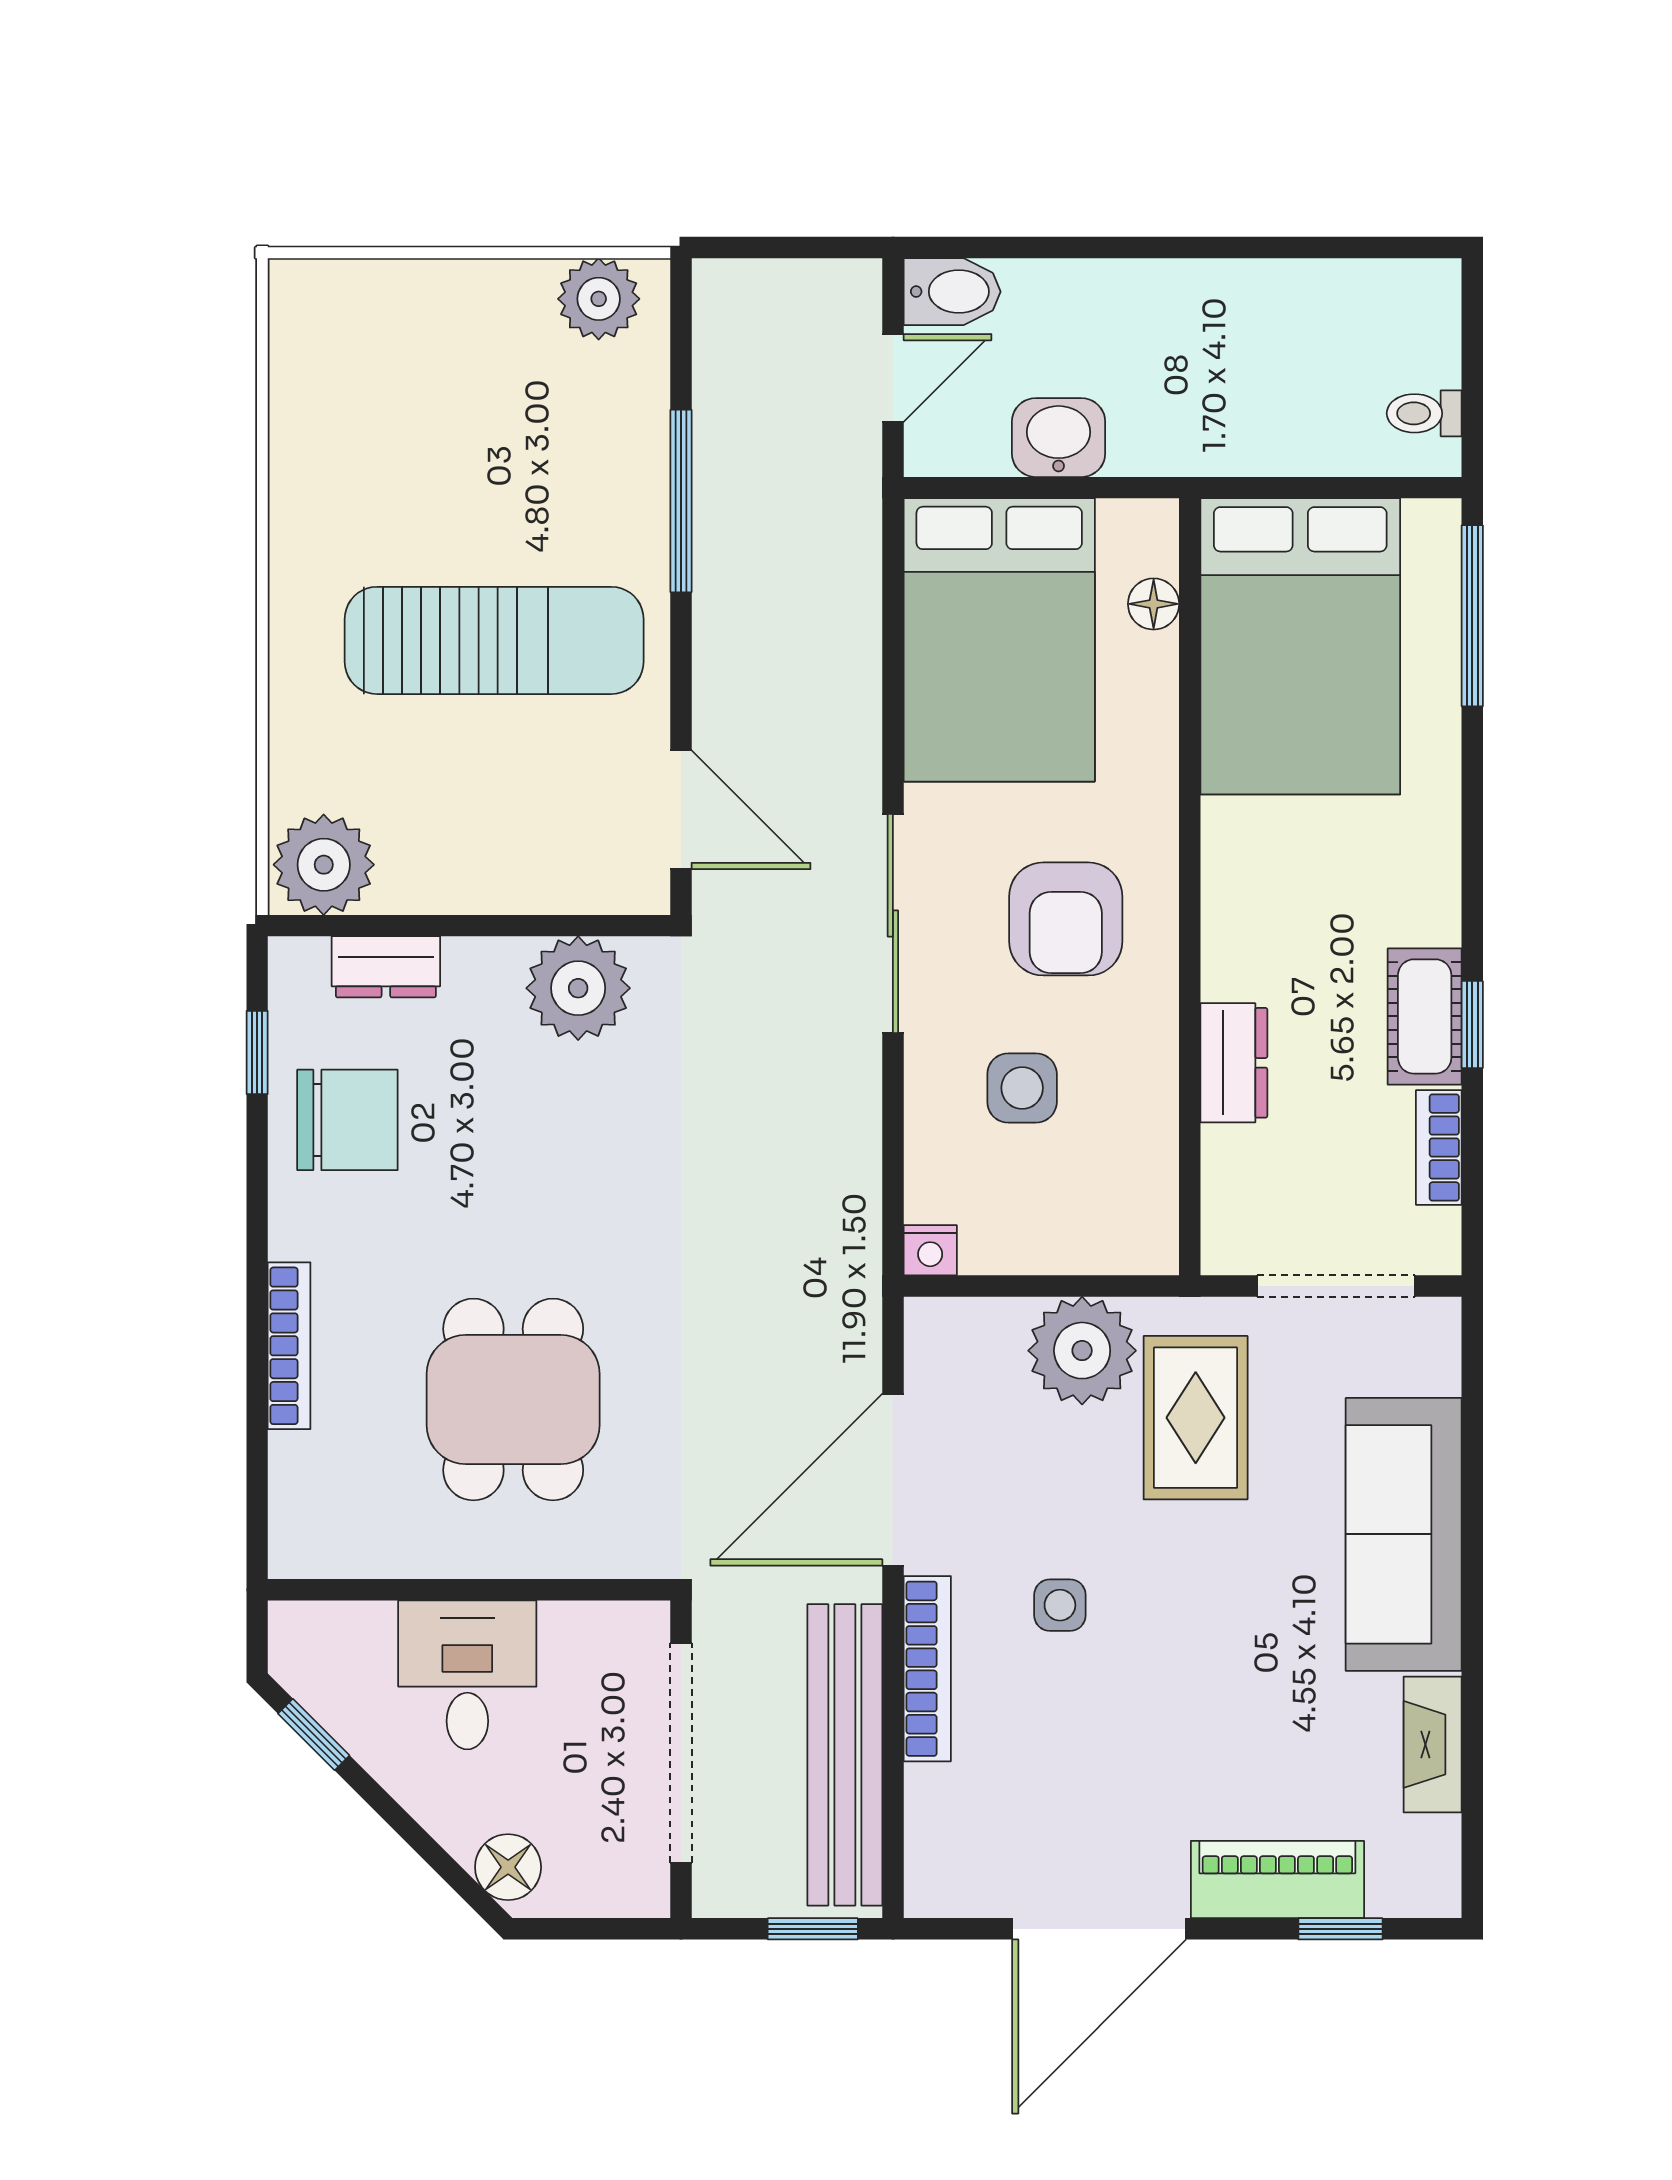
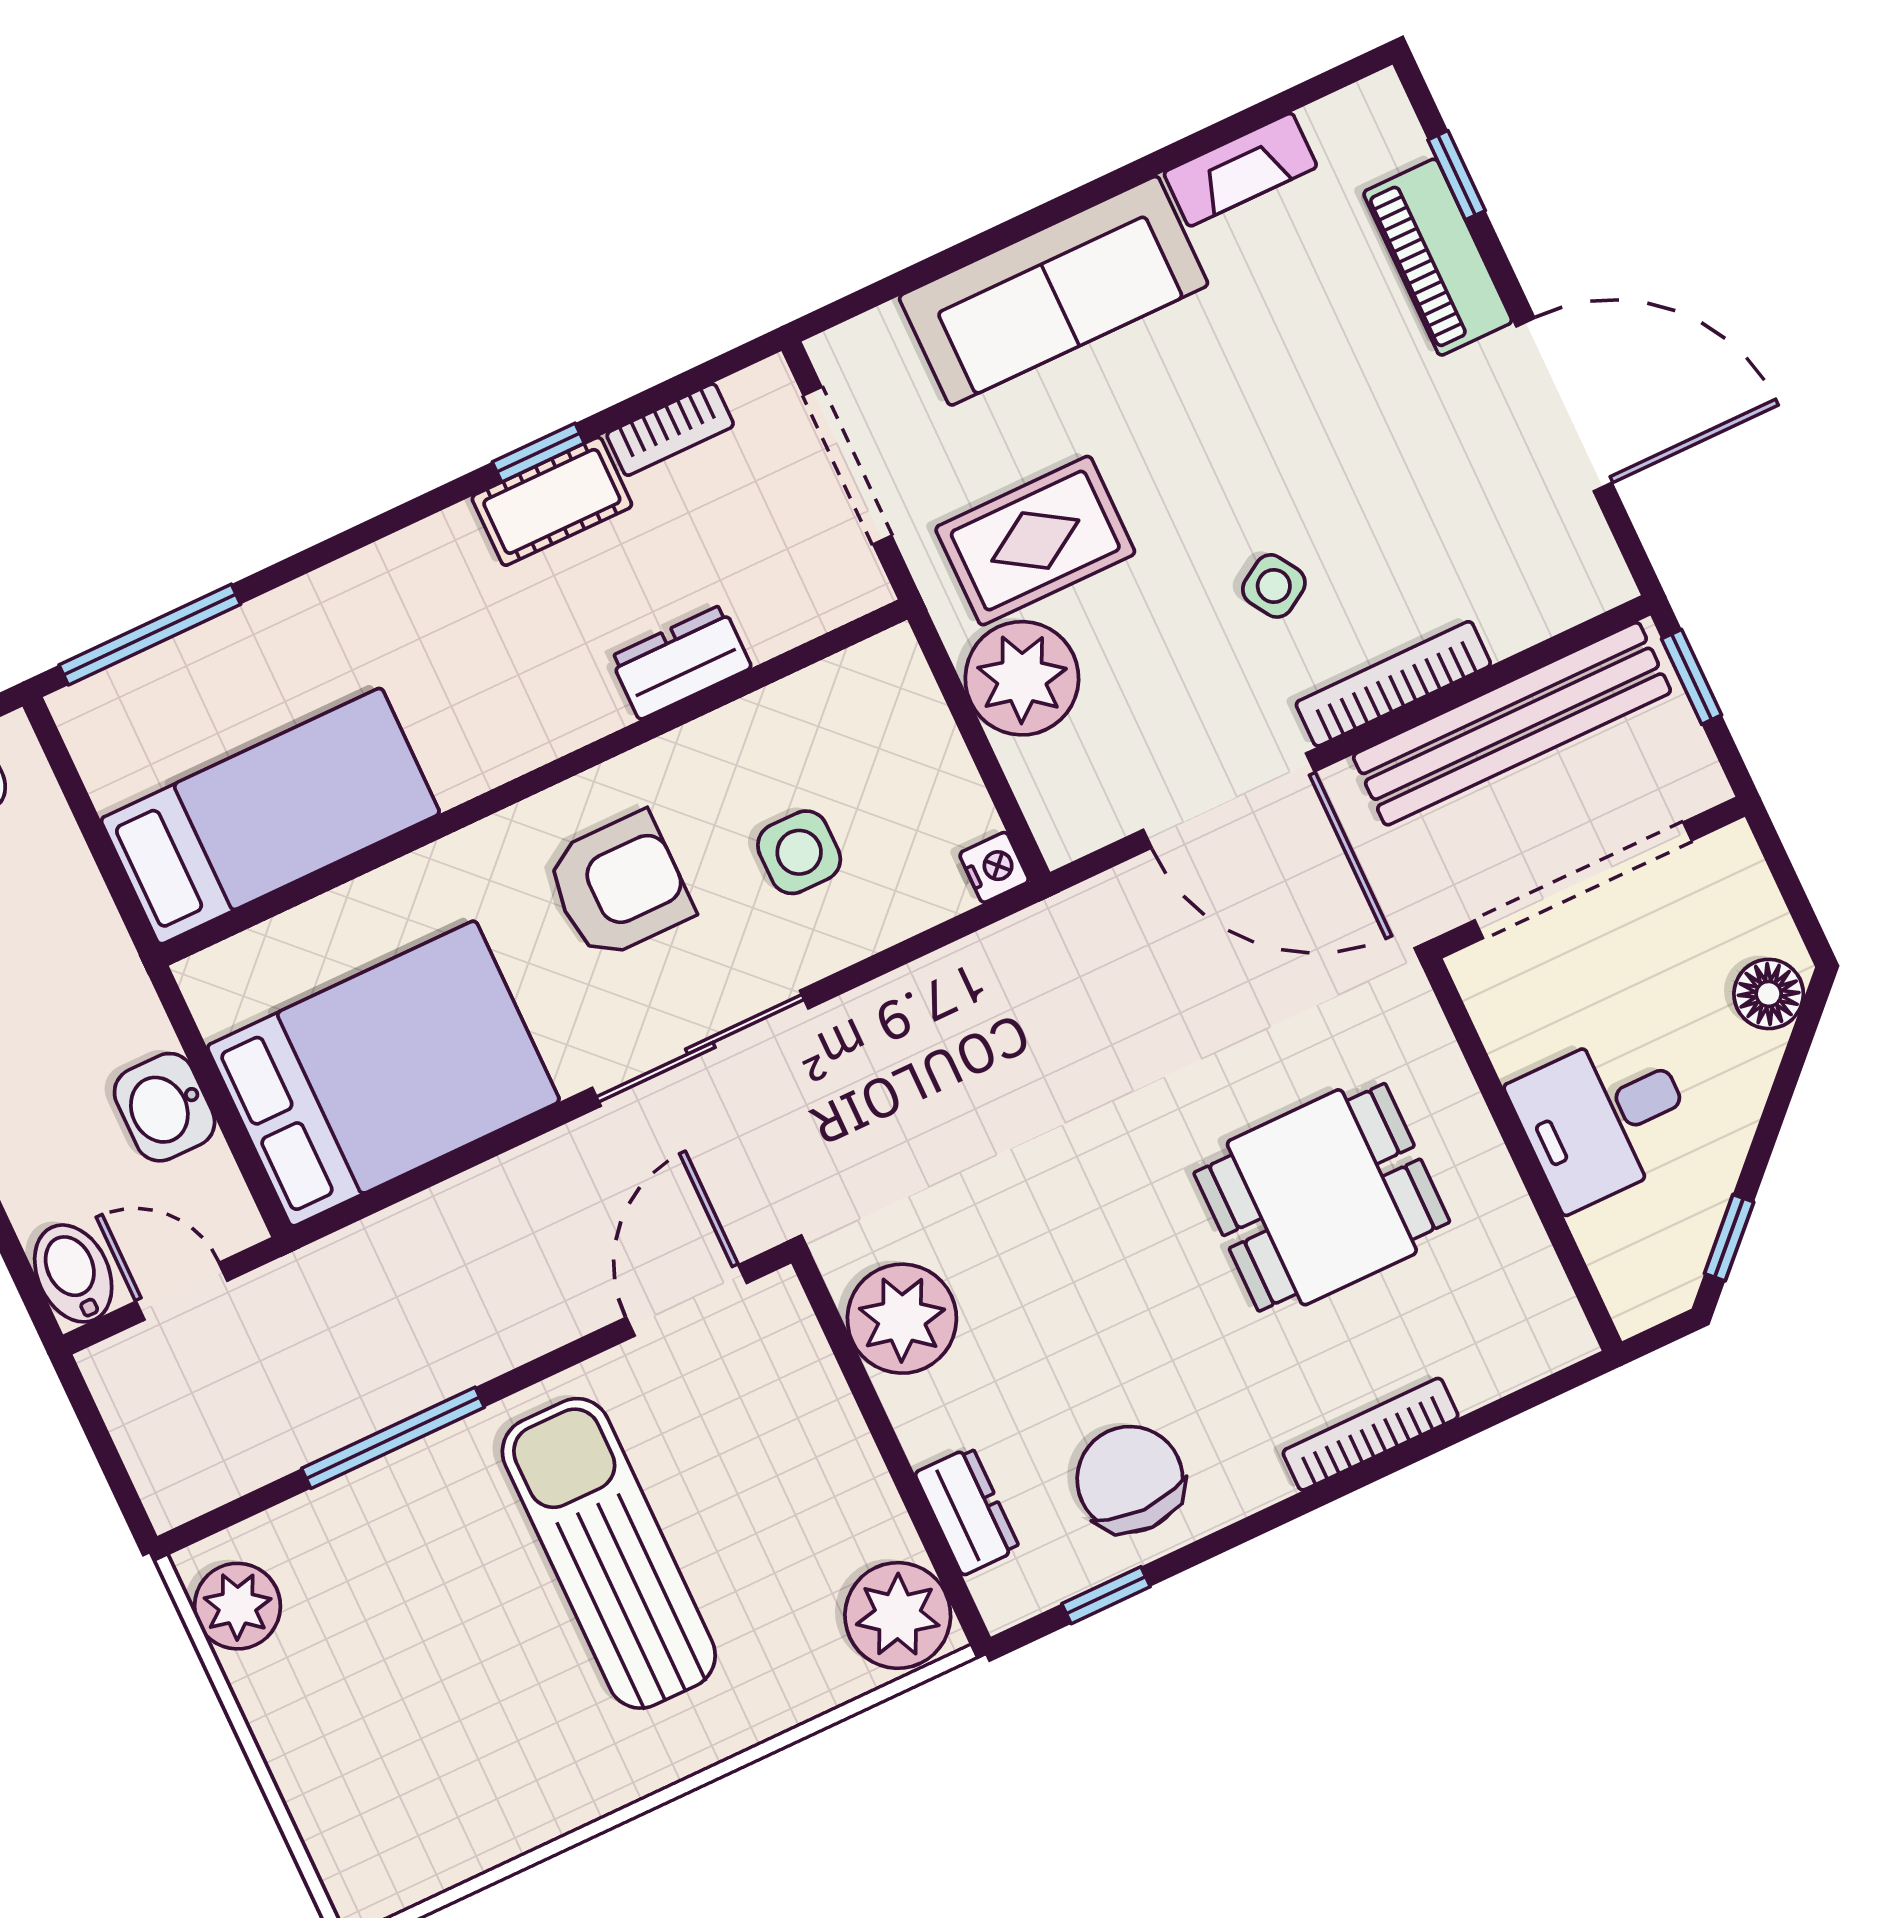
floor lamp: (1154, 604) -> (281, 943), removed
bed: (1300, 646) -> (270, 816), width x0.67
side table: (1060, 1605) -> (1274, 586), turned -32

